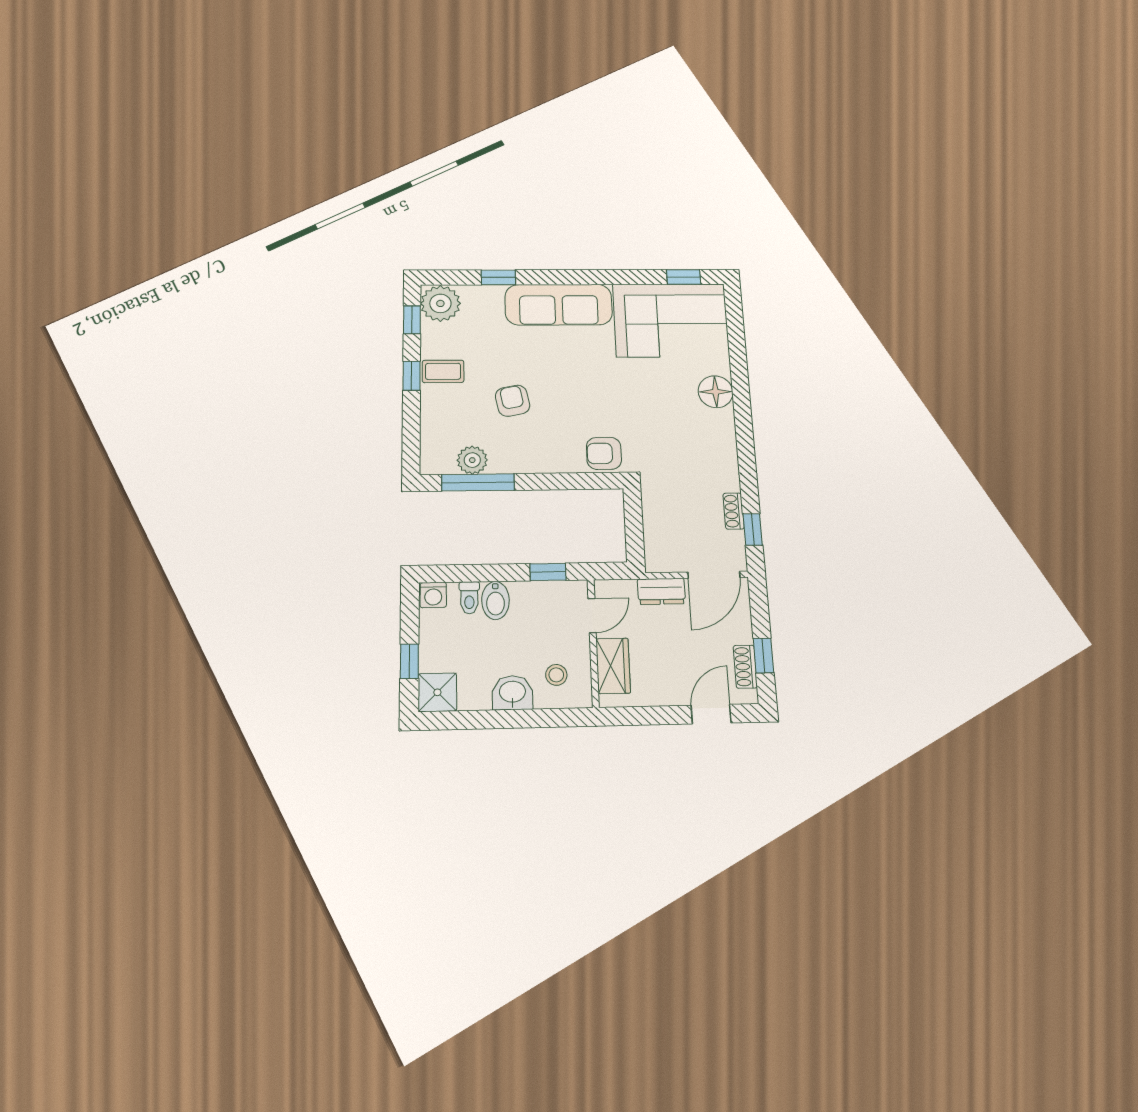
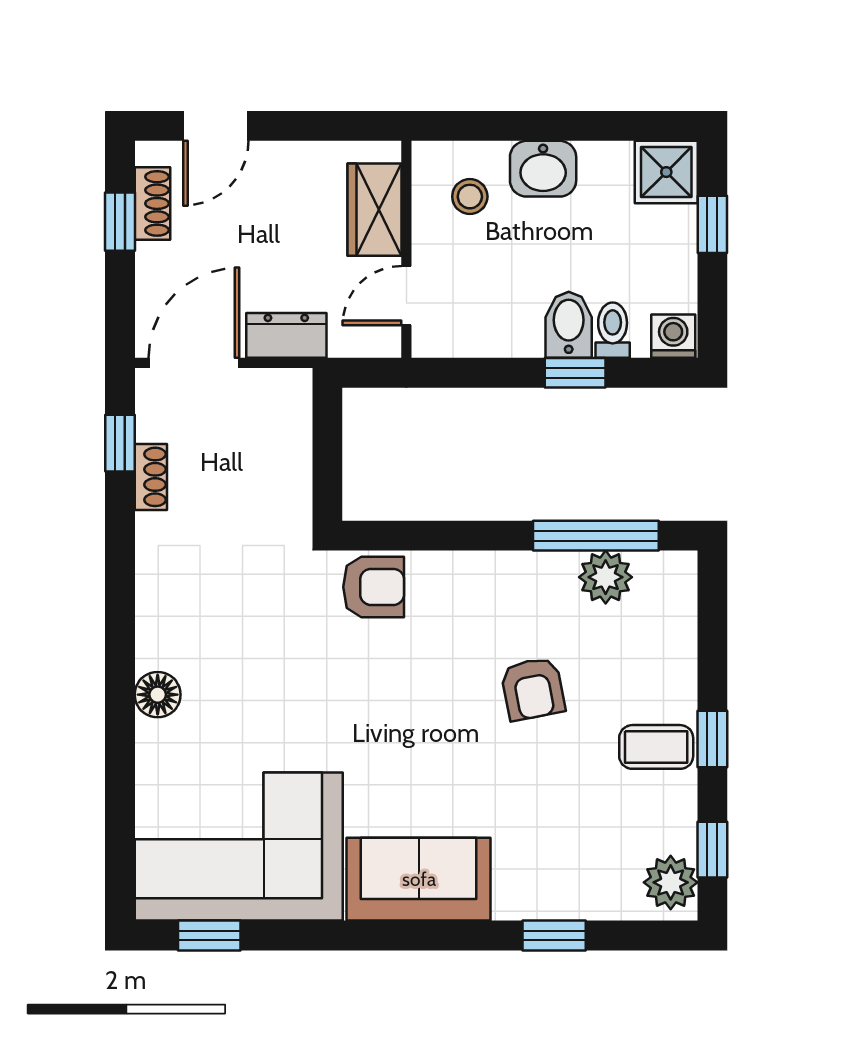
plant: (440, 303) -> (671, 882), width x0.73, depth x0.73
sofa: (559, 305) -> (419, 879), width x0.73
floor lamp: (716, 392) -> (158, 695), width x0.73, depth x0.73
window: (548, 572) -> (575, 373), moved

